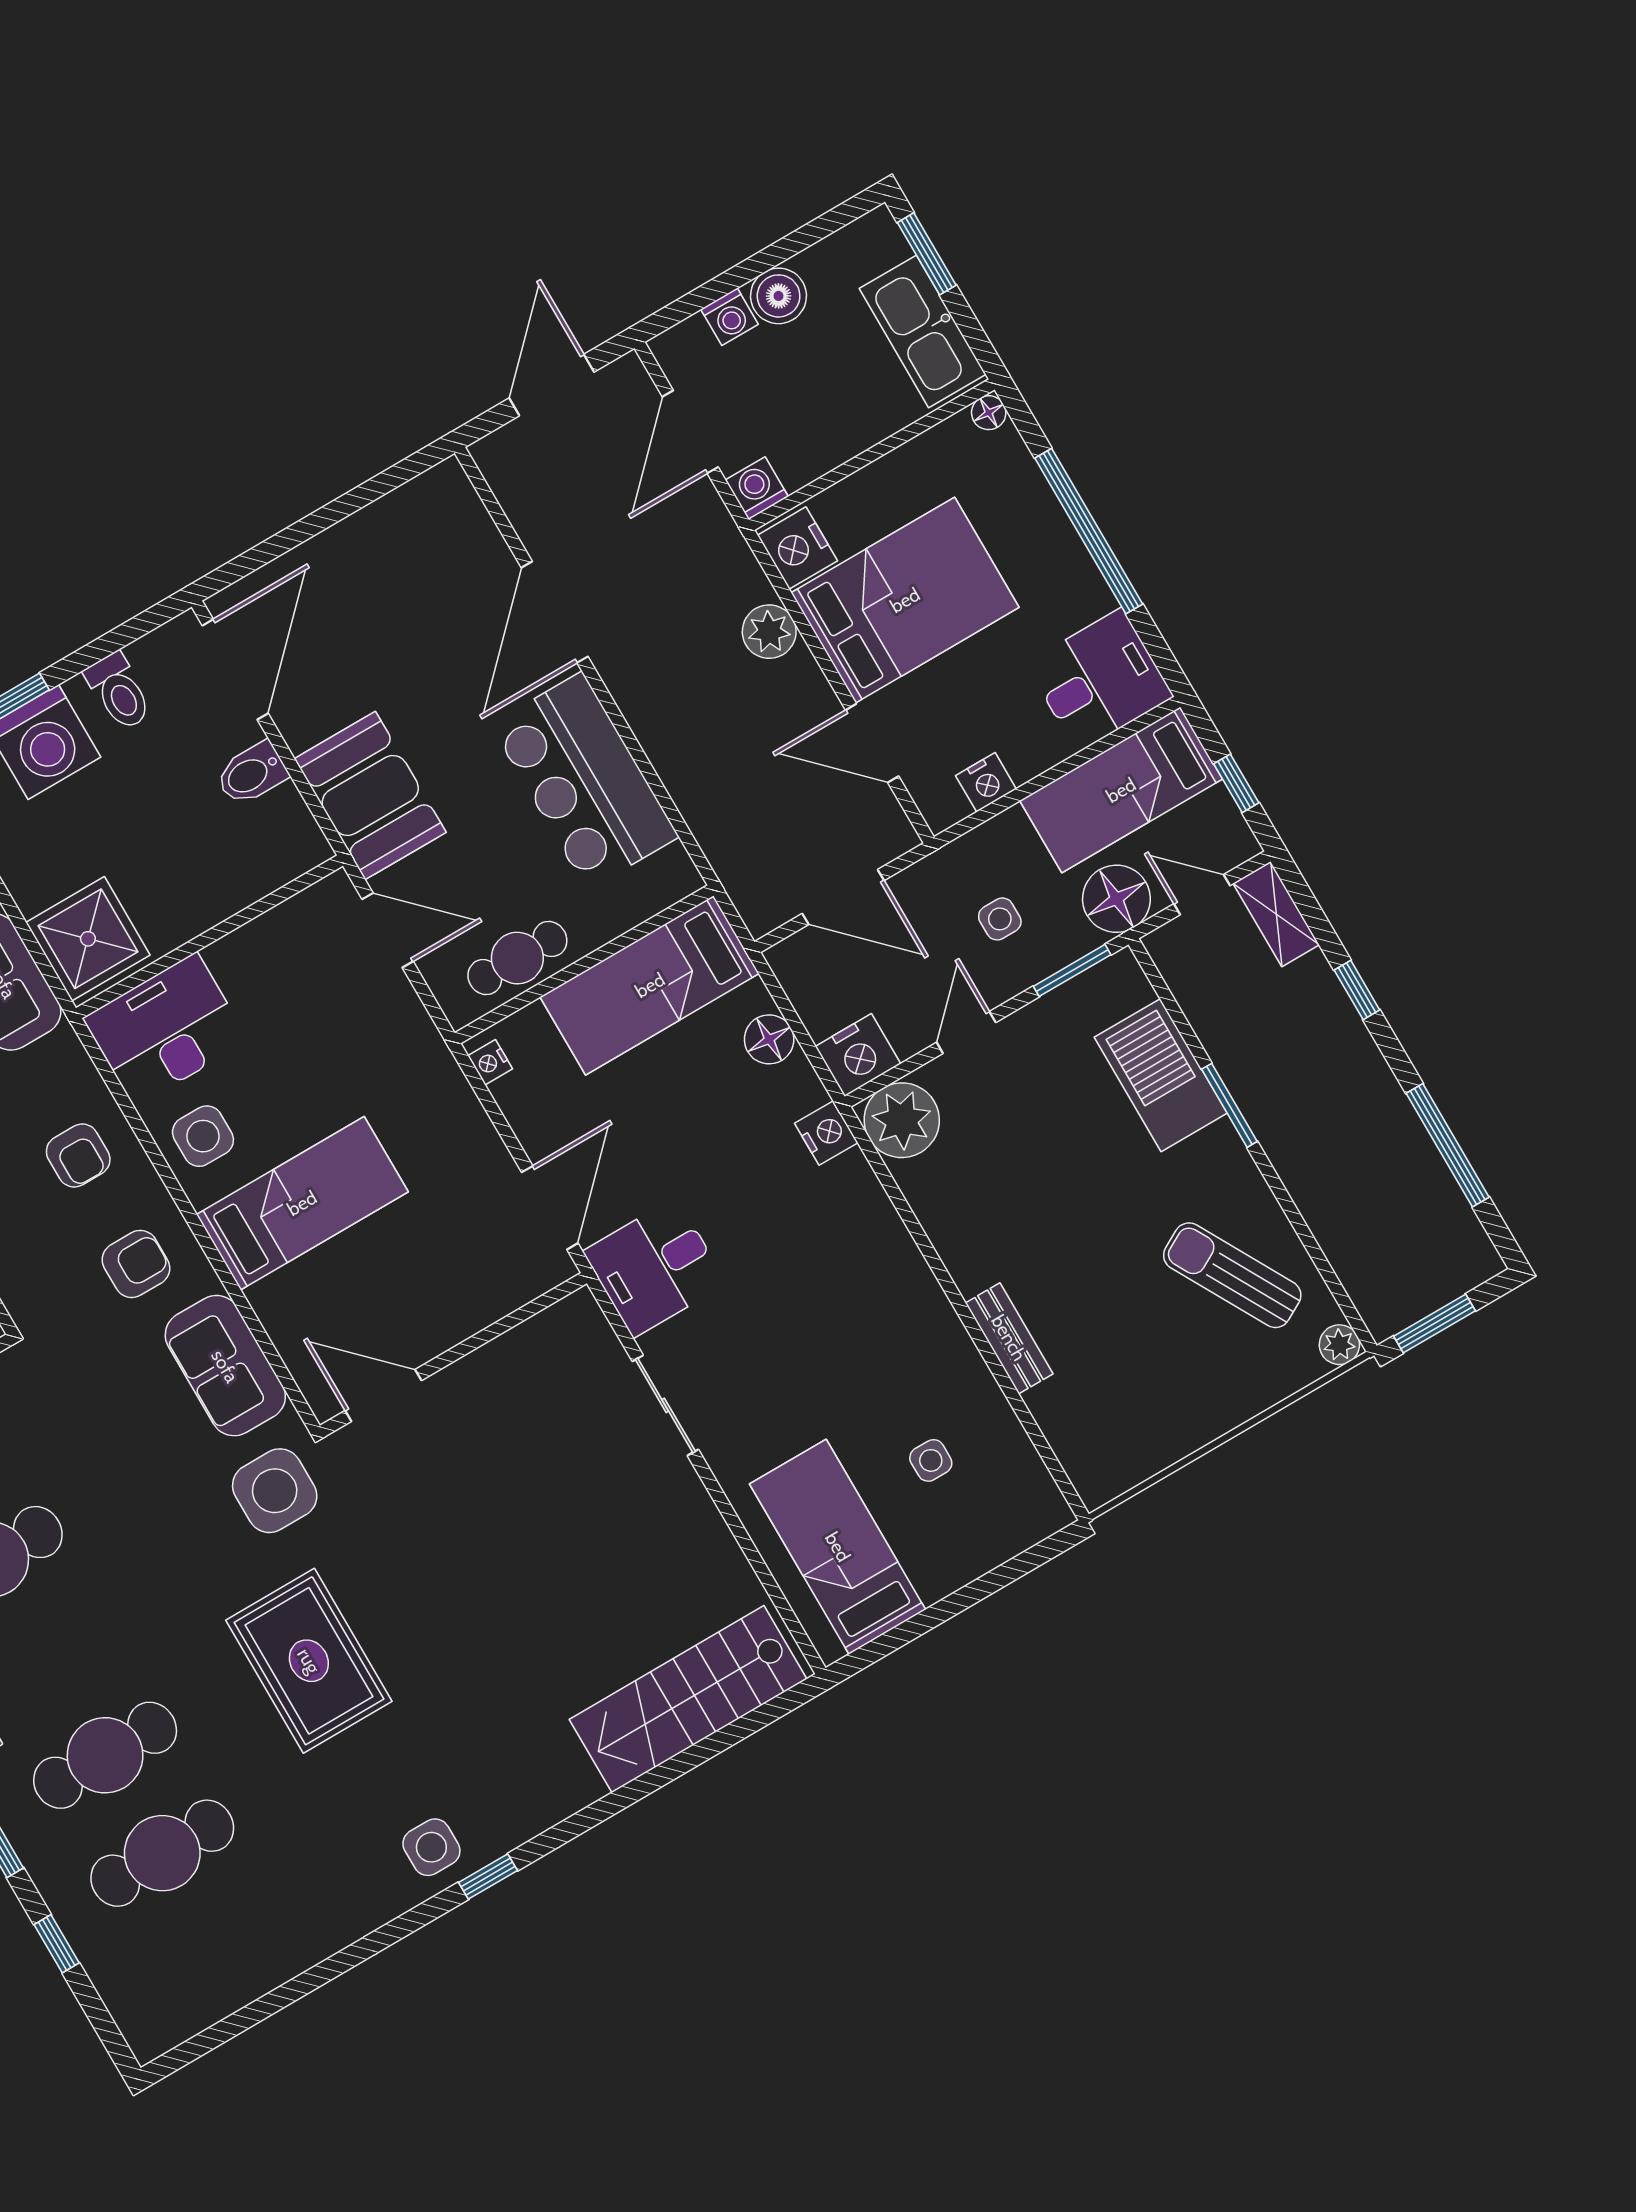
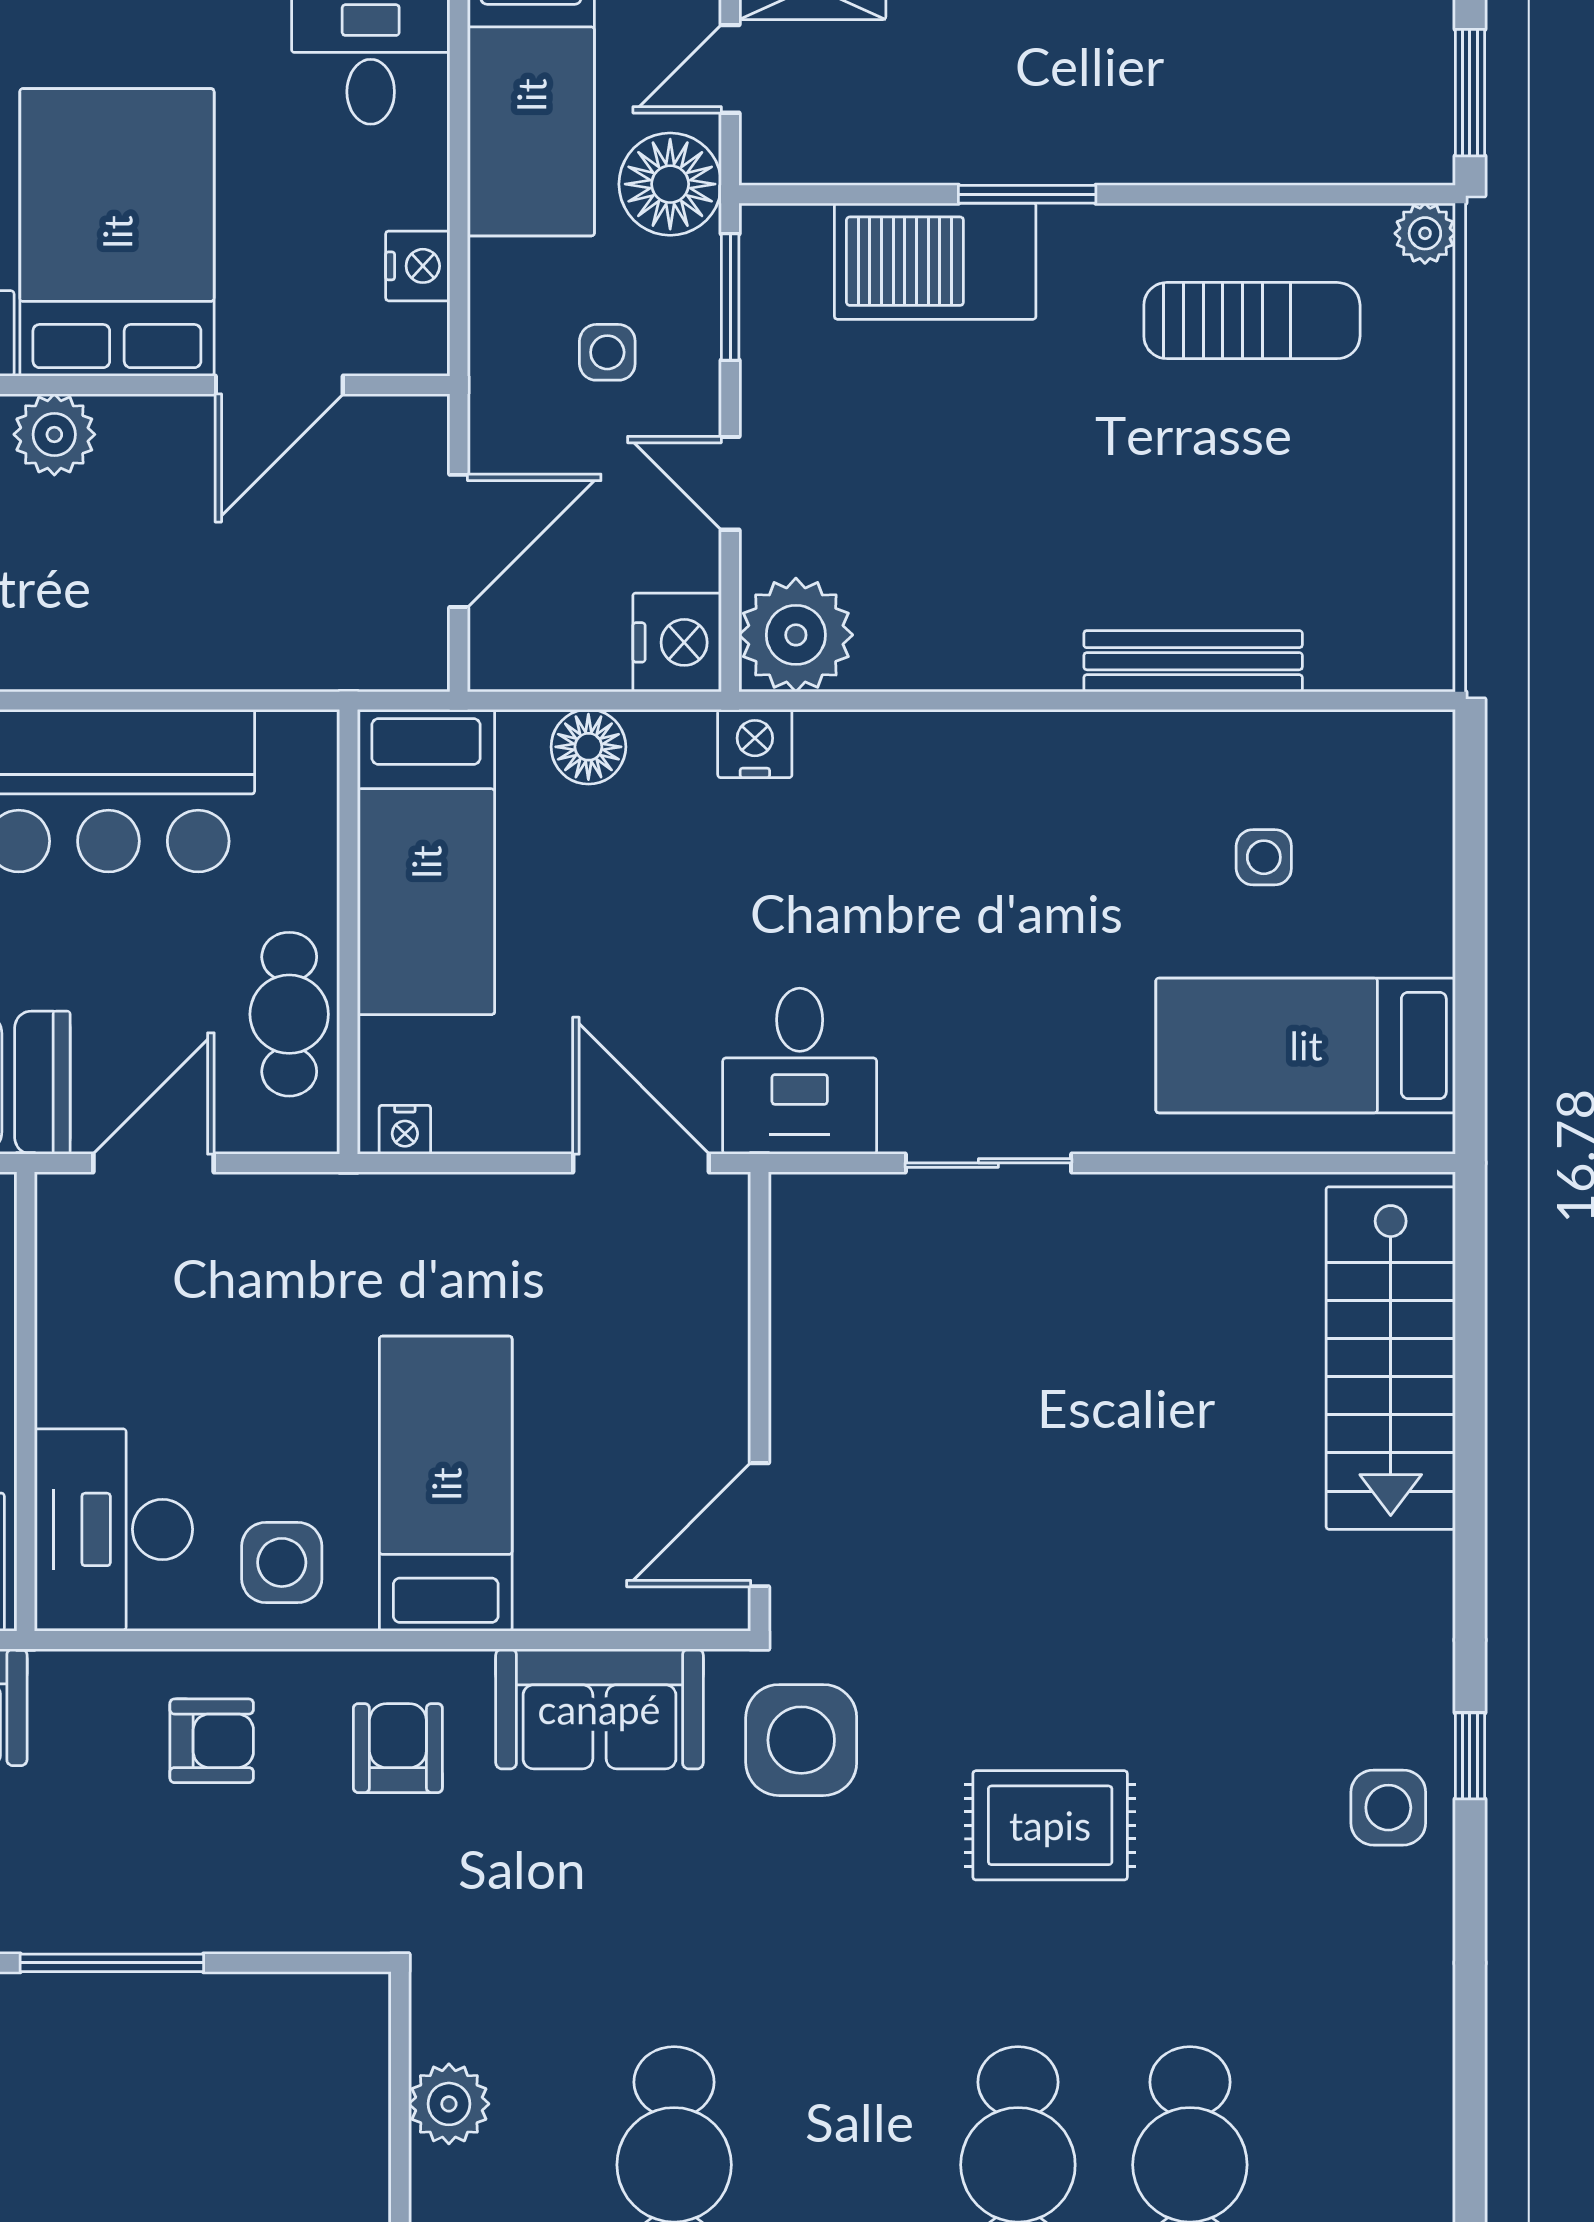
sun lounger: (1232, 1275) -> (1252, 321), turned -151
bench: (1009, 1338) -> (1193, 661), width x1.36
rug: (309, 1661) -> (1050, 1825), width x0.73, depth x0.70

